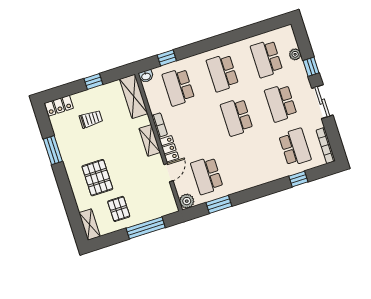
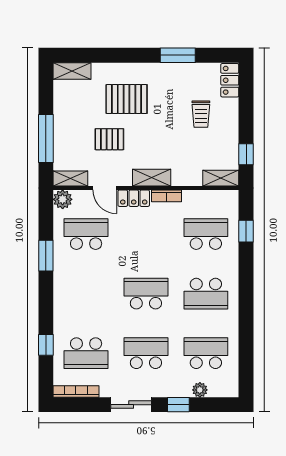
school desk: (222, 73) -> (206, 294), turned 180
washbasin: (146, 76) -> (232, 199), removed
window: (93, 81) -> (246, 154), moved
shelving: (134, 96) -> (221, 178), width x0.67, depth x0.75
shelving: (170, 200) -> (70, 179), added
window: (219, 204) -> (46, 256), moved
pallet: (119, 209) -> (109, 139), moved

